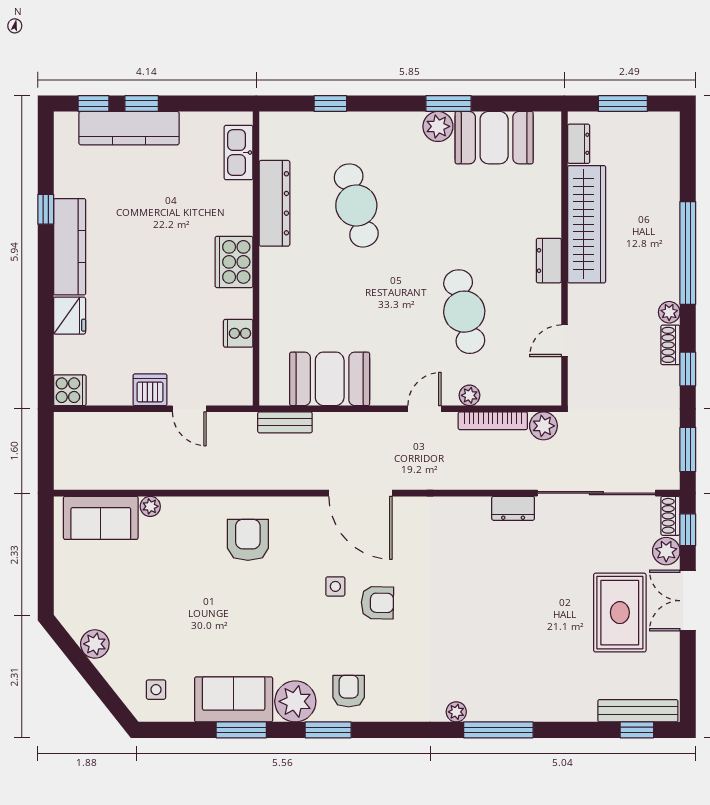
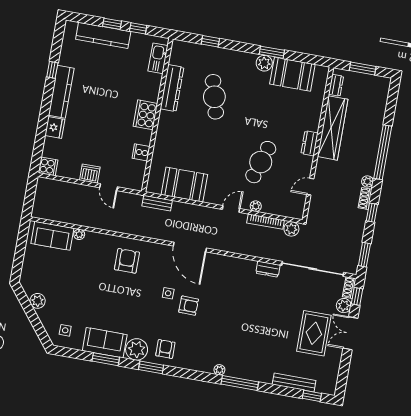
window: (94, 104) -> (138, 28), moved
cafe table: (464, 312) -> (261, 162), turned 30
bench: (638, 711) -> (294, 382), moved

